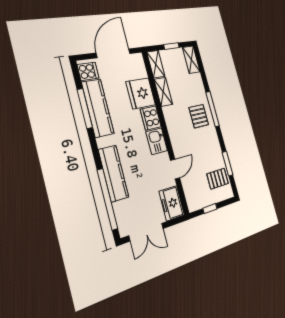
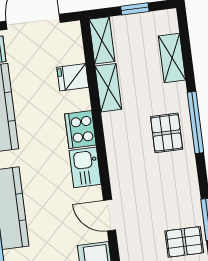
shelving: (191, 60) -> (172, 58), moved
fridge: (141, 93) -> (73, 77), width x0.53, depth x0.75
door: (175, 169) -> (110, 215), swing flipped

